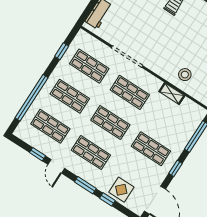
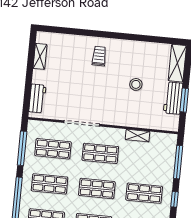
window: (62, 51) -> (22, 148), width x2.17
stool: (185, 75) -> (136, 84), moved

